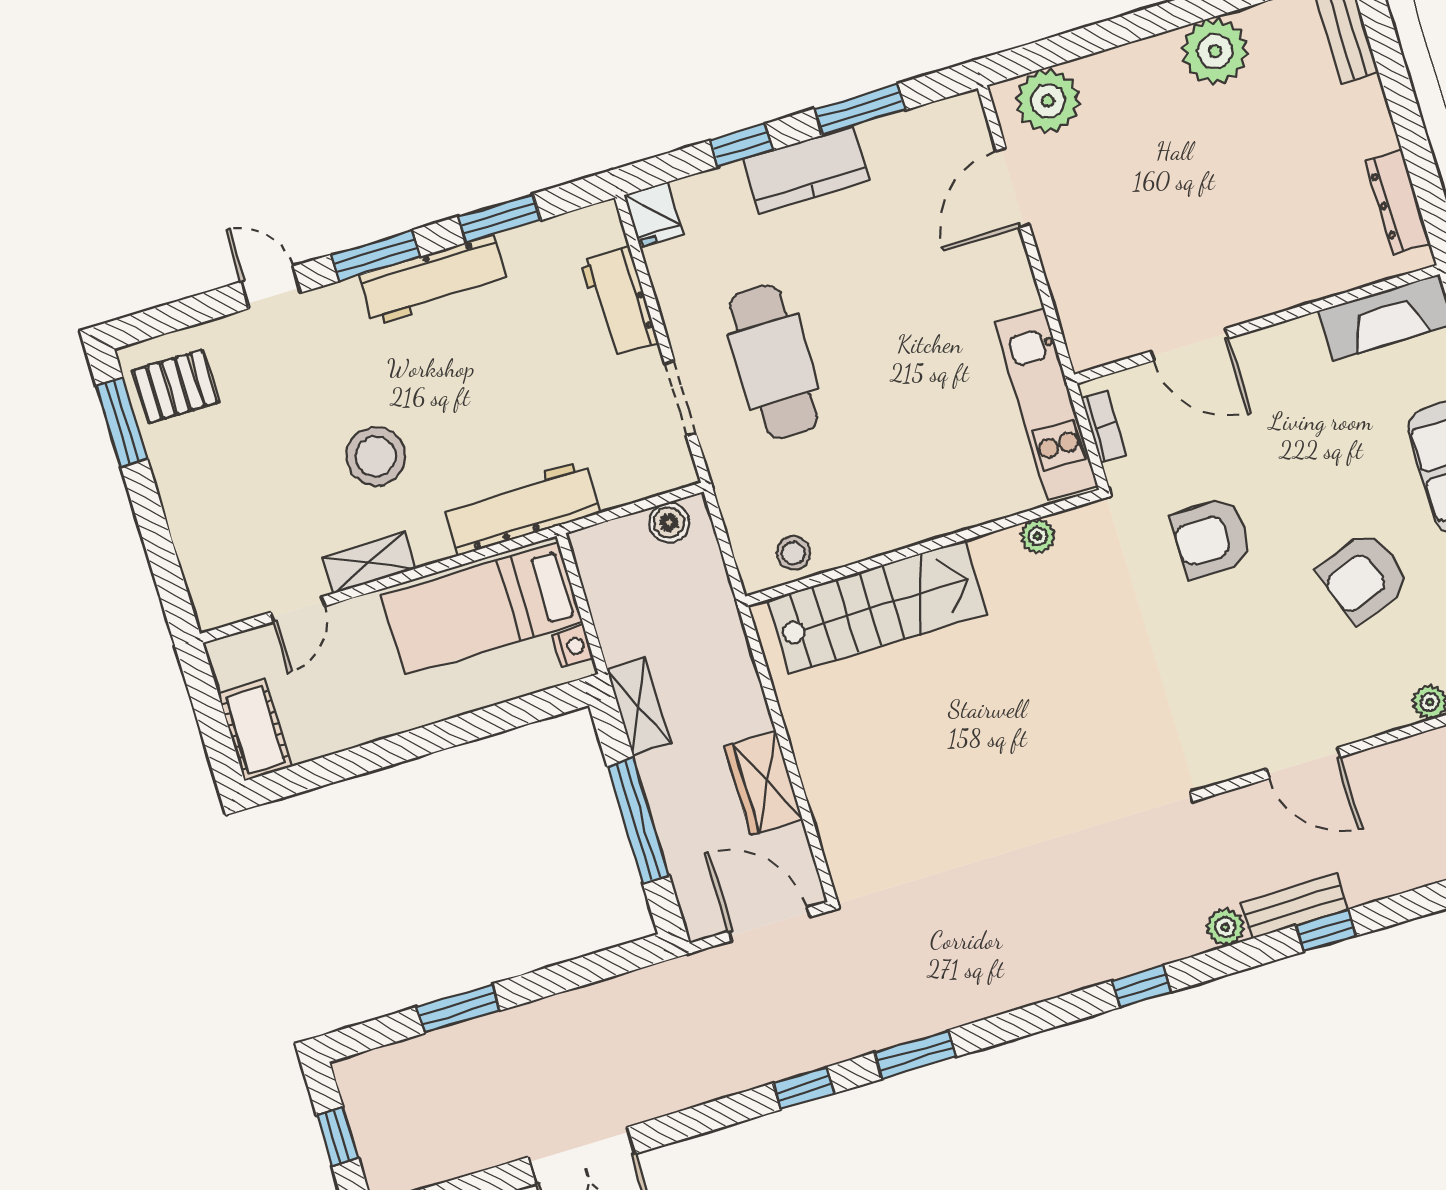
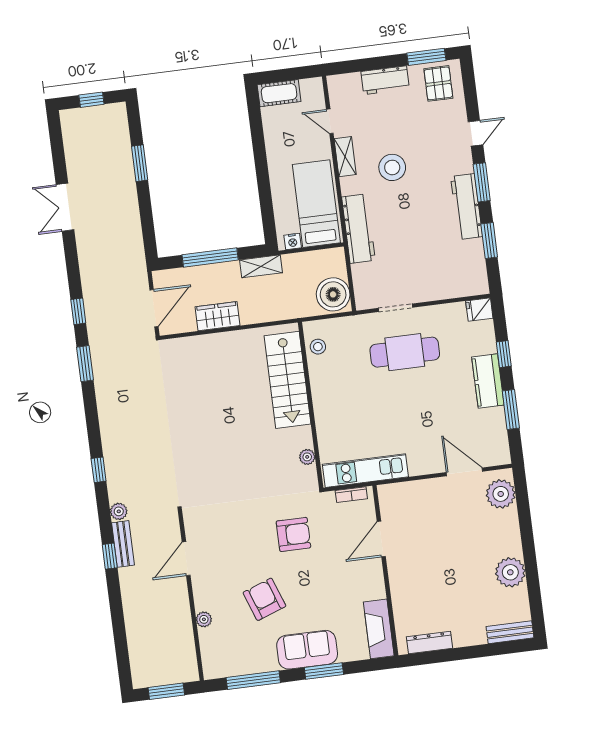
workbench: (619, 302) -> (385, 80), moved, turned 180
boiler: (669, 523) -> (333, 294), width x1.86, depth x1.86
armchair: (1212, 538) -> (293, 534), turned 90

